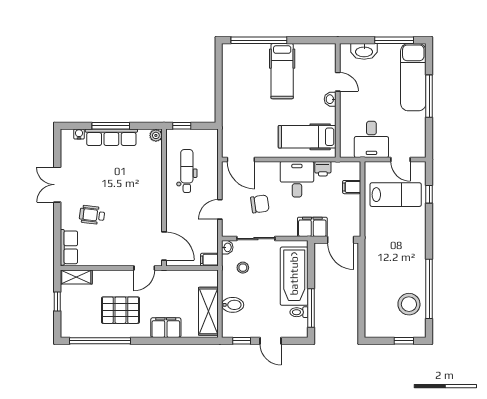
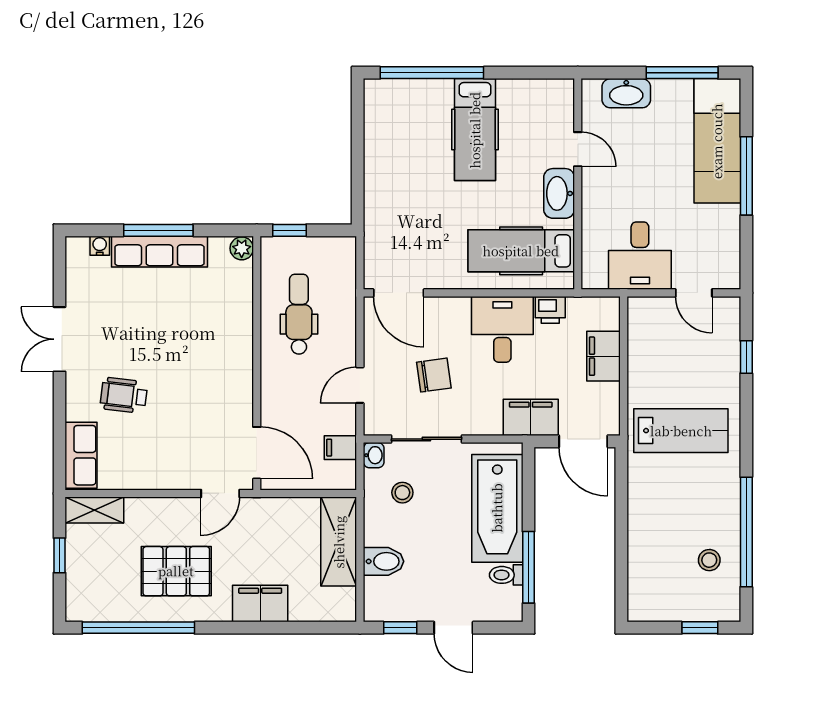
washbasin: (330, 99) -> (559, 193), width x1.91, depth x1.45
filing cabinet: (352, 187) -> (604, 356), width x2.00
lab bench: (396, 195) -> (681, 431), moved
filing cabinet: (209, 260) -> (340, 448), moved
stool: (409, 304) -> (709, 560), width x0.53, depth x0.53
shelving: (208, 311) -> (339, 542), moved

